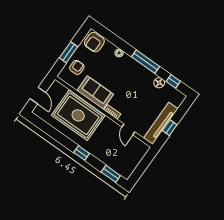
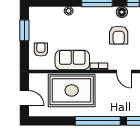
armchair: (94, 42) -> (119, 35), moved
window: (69, 52) -> (24, 30), moved
window: (82, 153) -> (98, 121), width x3.17

